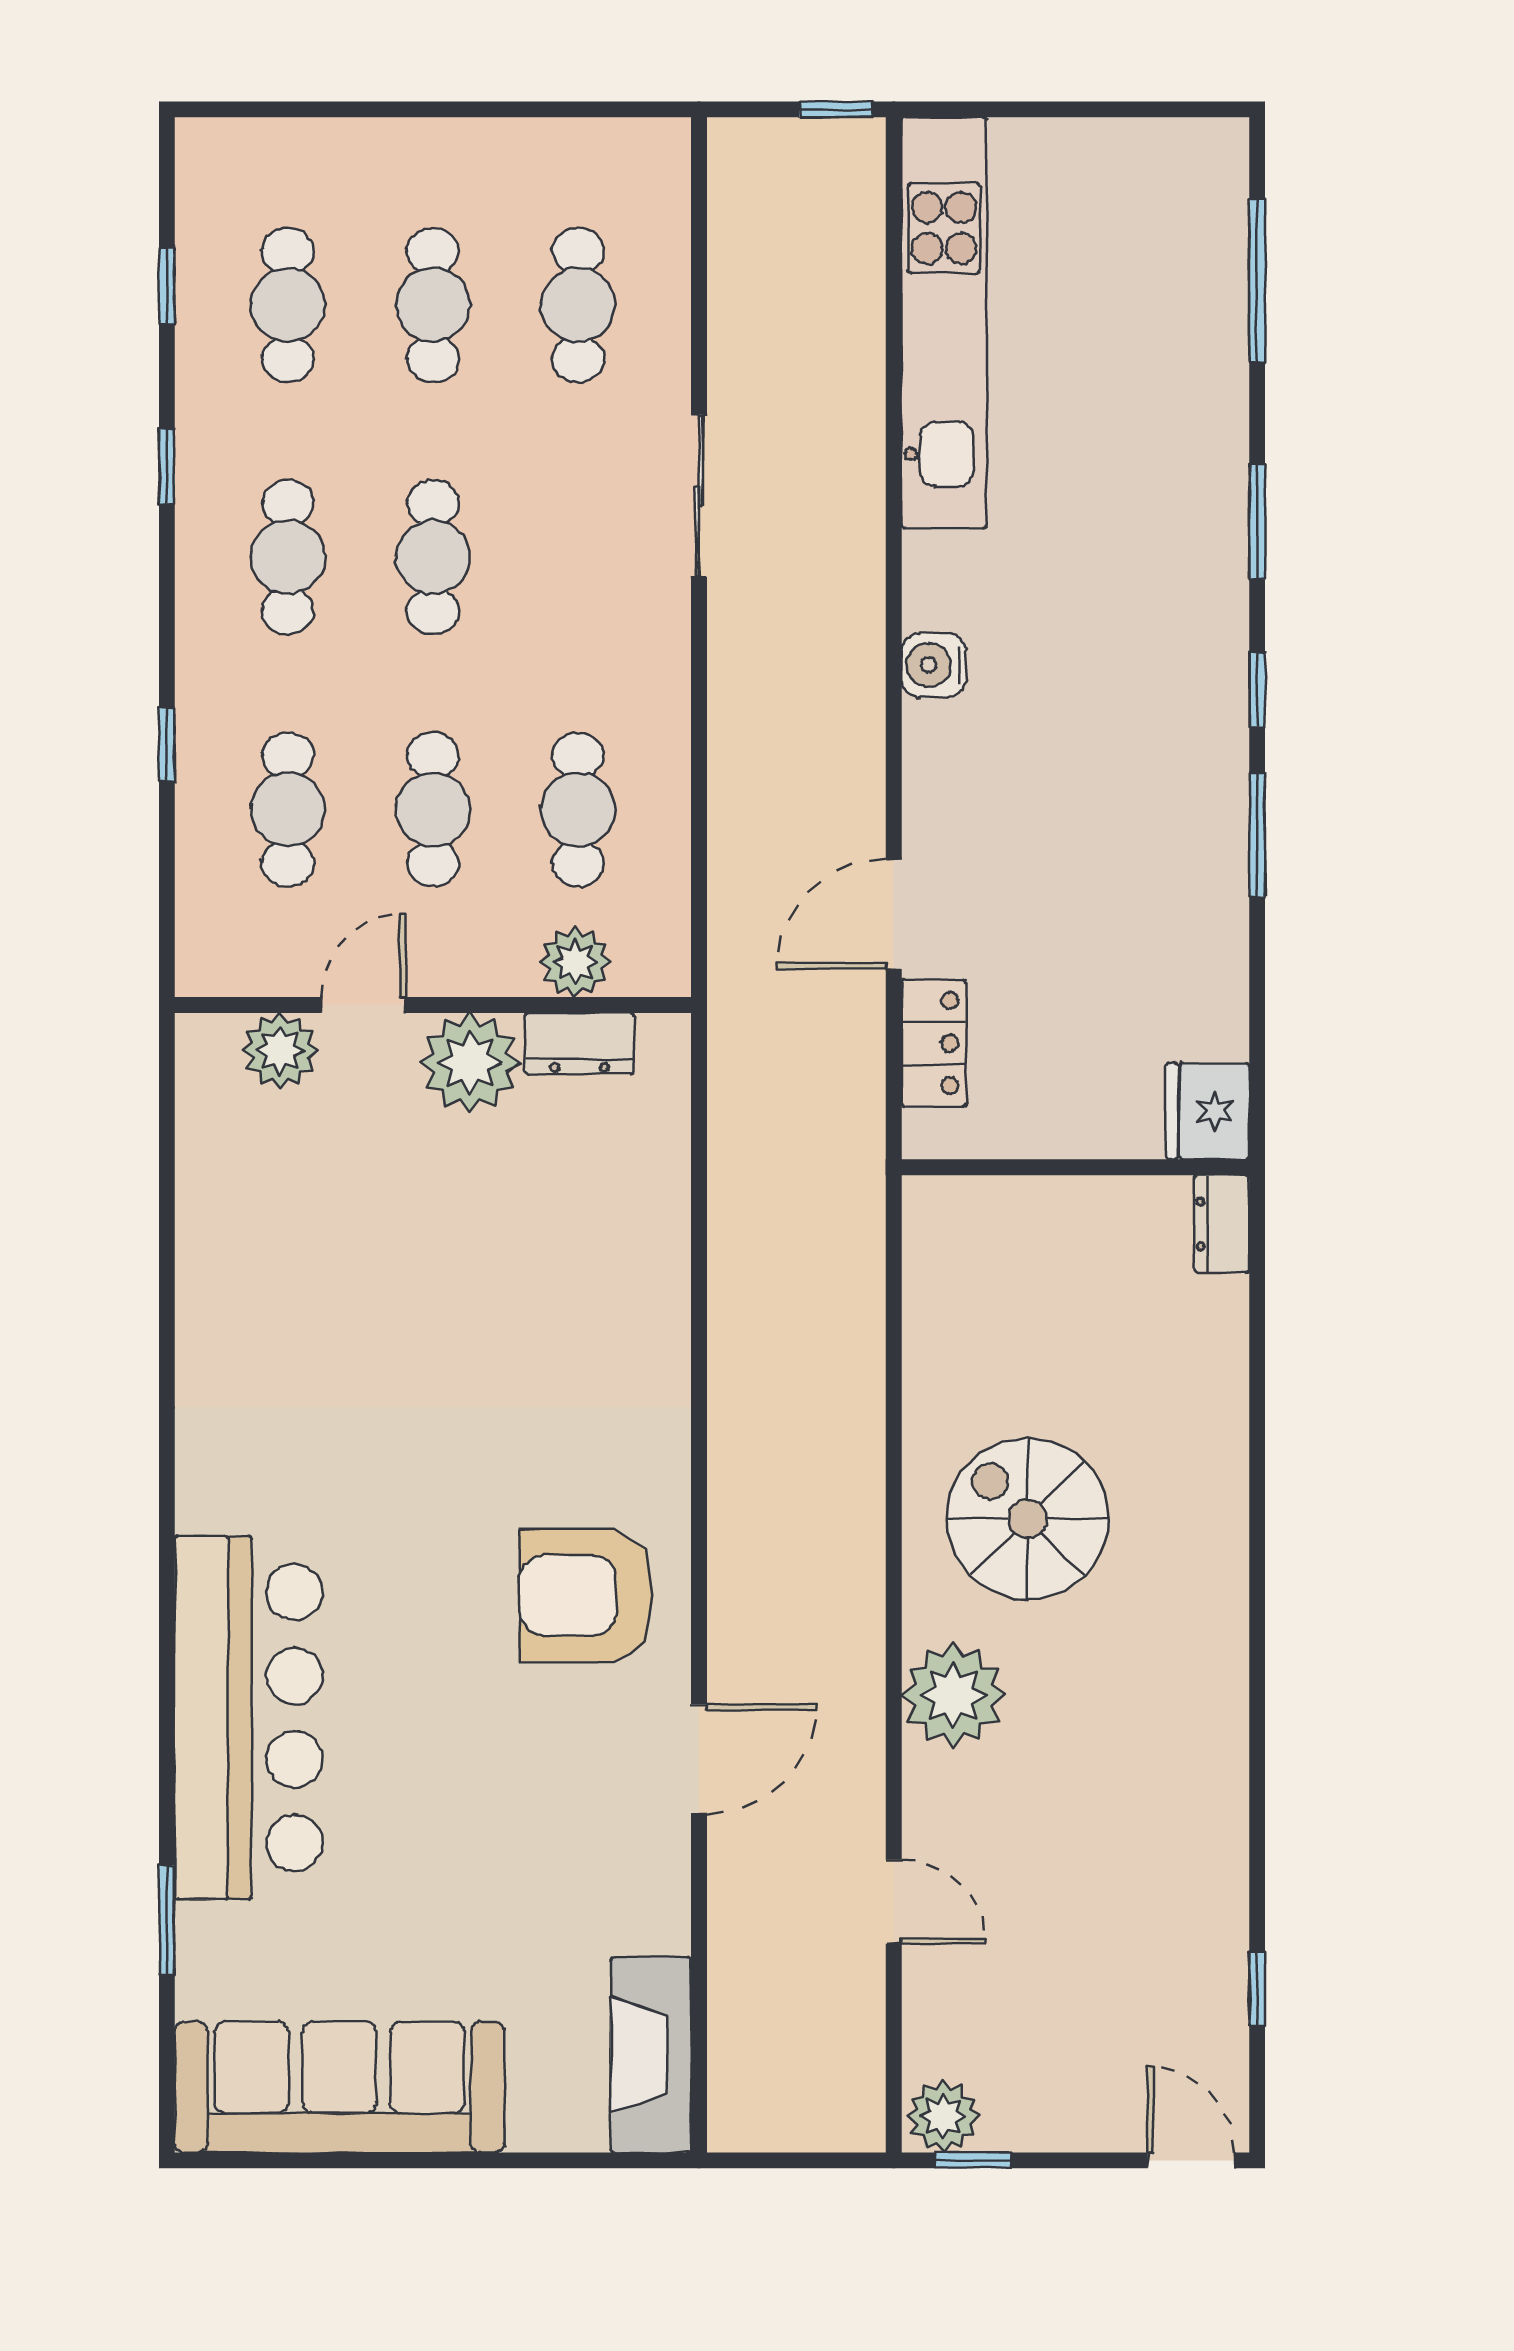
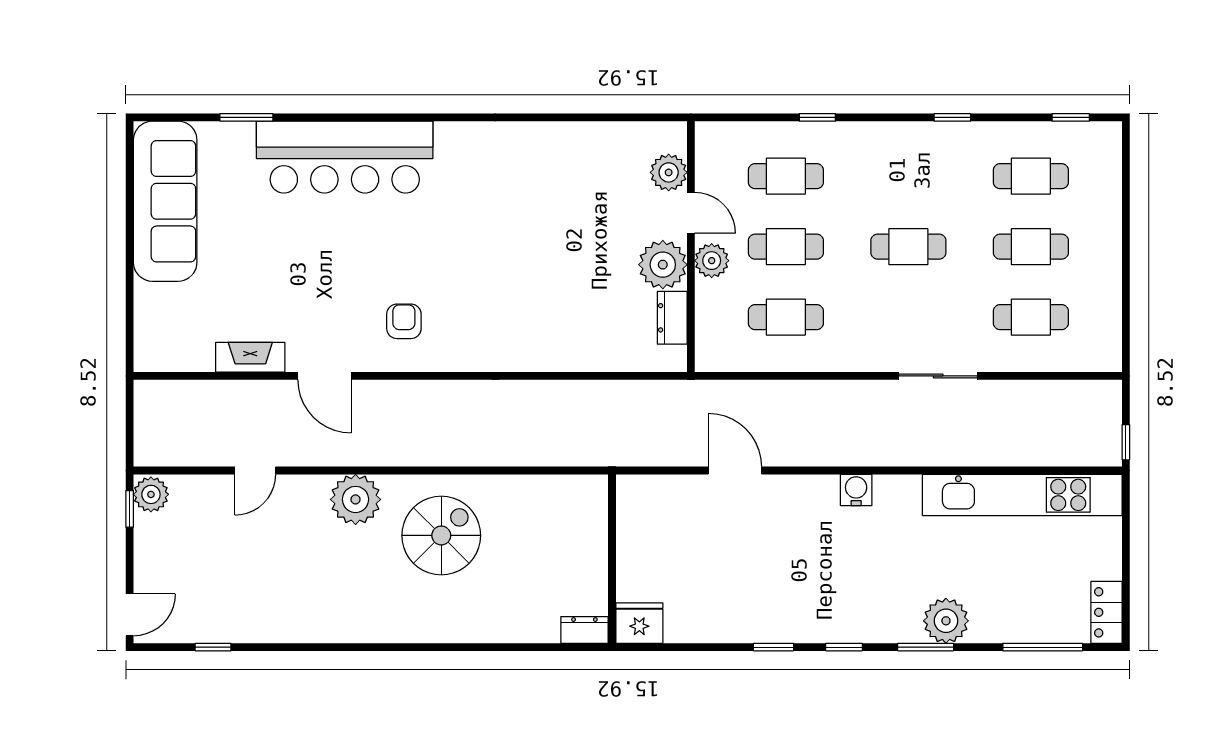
window: (167, 286) -> (1071, 117), moved
plant: (1203, 480) -> (946, 621), added
cafe table: (288, 557) -> (908, 176), removed
window: (1257, 835) -> (773, 647), width x0.67
plant: (575, 962) -> (712, 261), moved
locker: (934, 1043) -> (1107, 612), moved, turned 90
armchair: (587, 1596) -> (404, 321), width x0.53, depth x0.53
fireplace: (651, 2055) -> (250, 357), moved, width x0.73, depth x0.76

